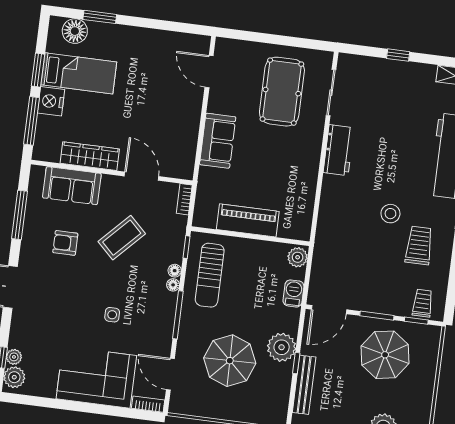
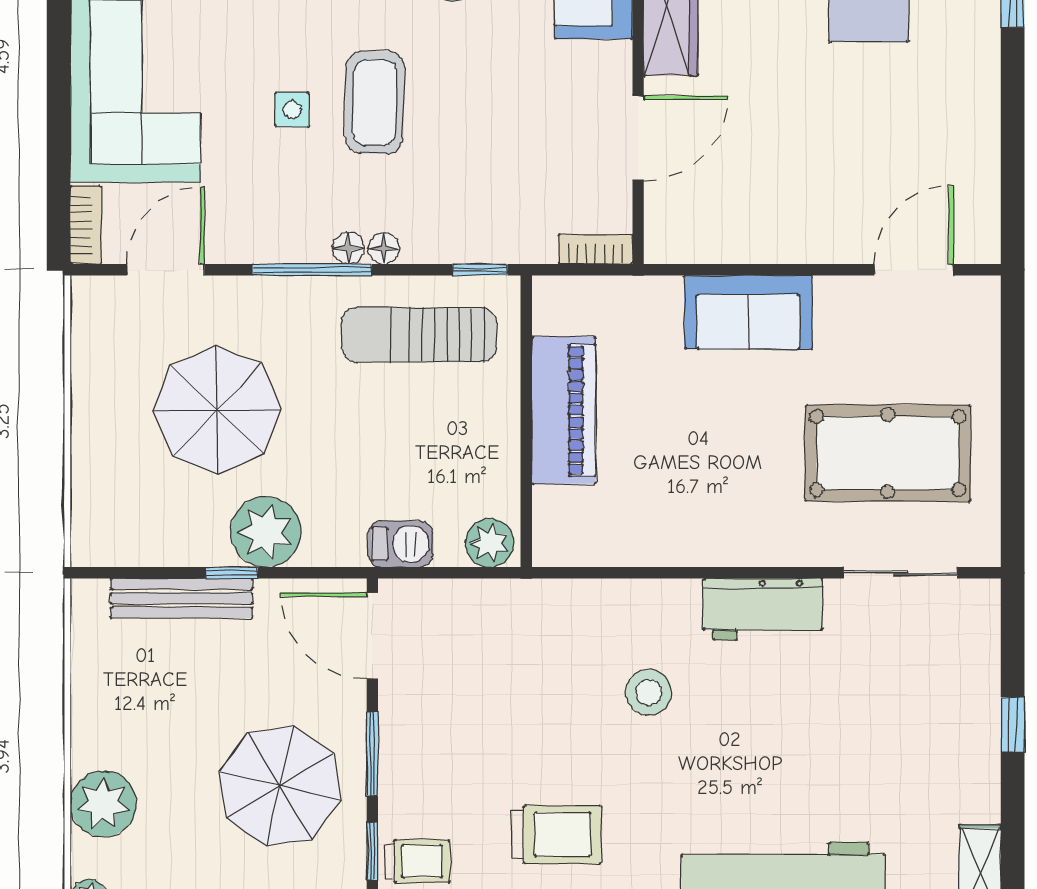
stool: (390, 214) -> (649, 692), moved
coffee table: (122, 238) -> (375, 102), moved, turned 47
floor lamp: (175, 271) -> (348, 248), moved

